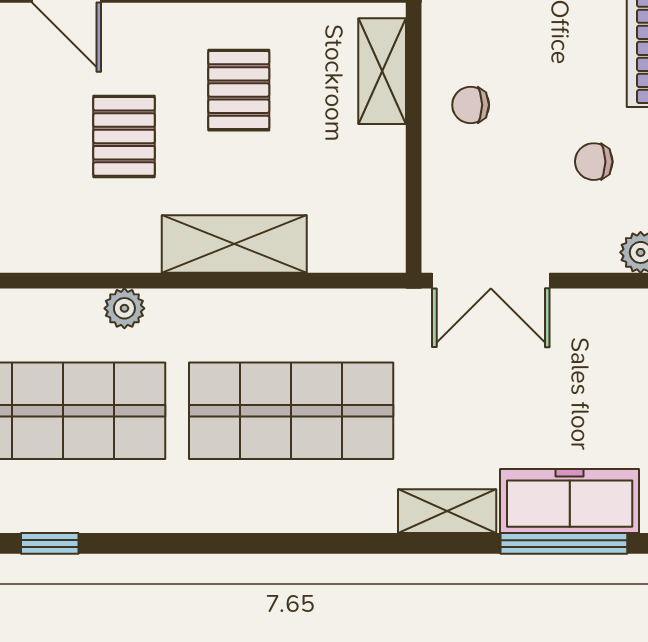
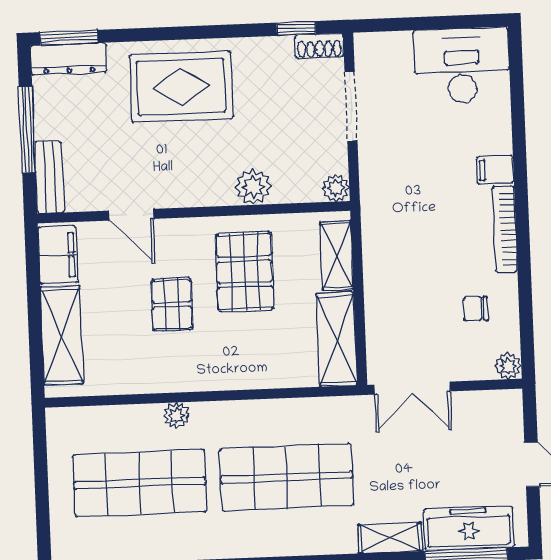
pallet: (239, 90) -> (245, 272), width x1.50, depth x1.42
chair: (471, 105) -> (395, 275), removed
shelving: (234, 244) -> (337, 339), moved, turned 90

